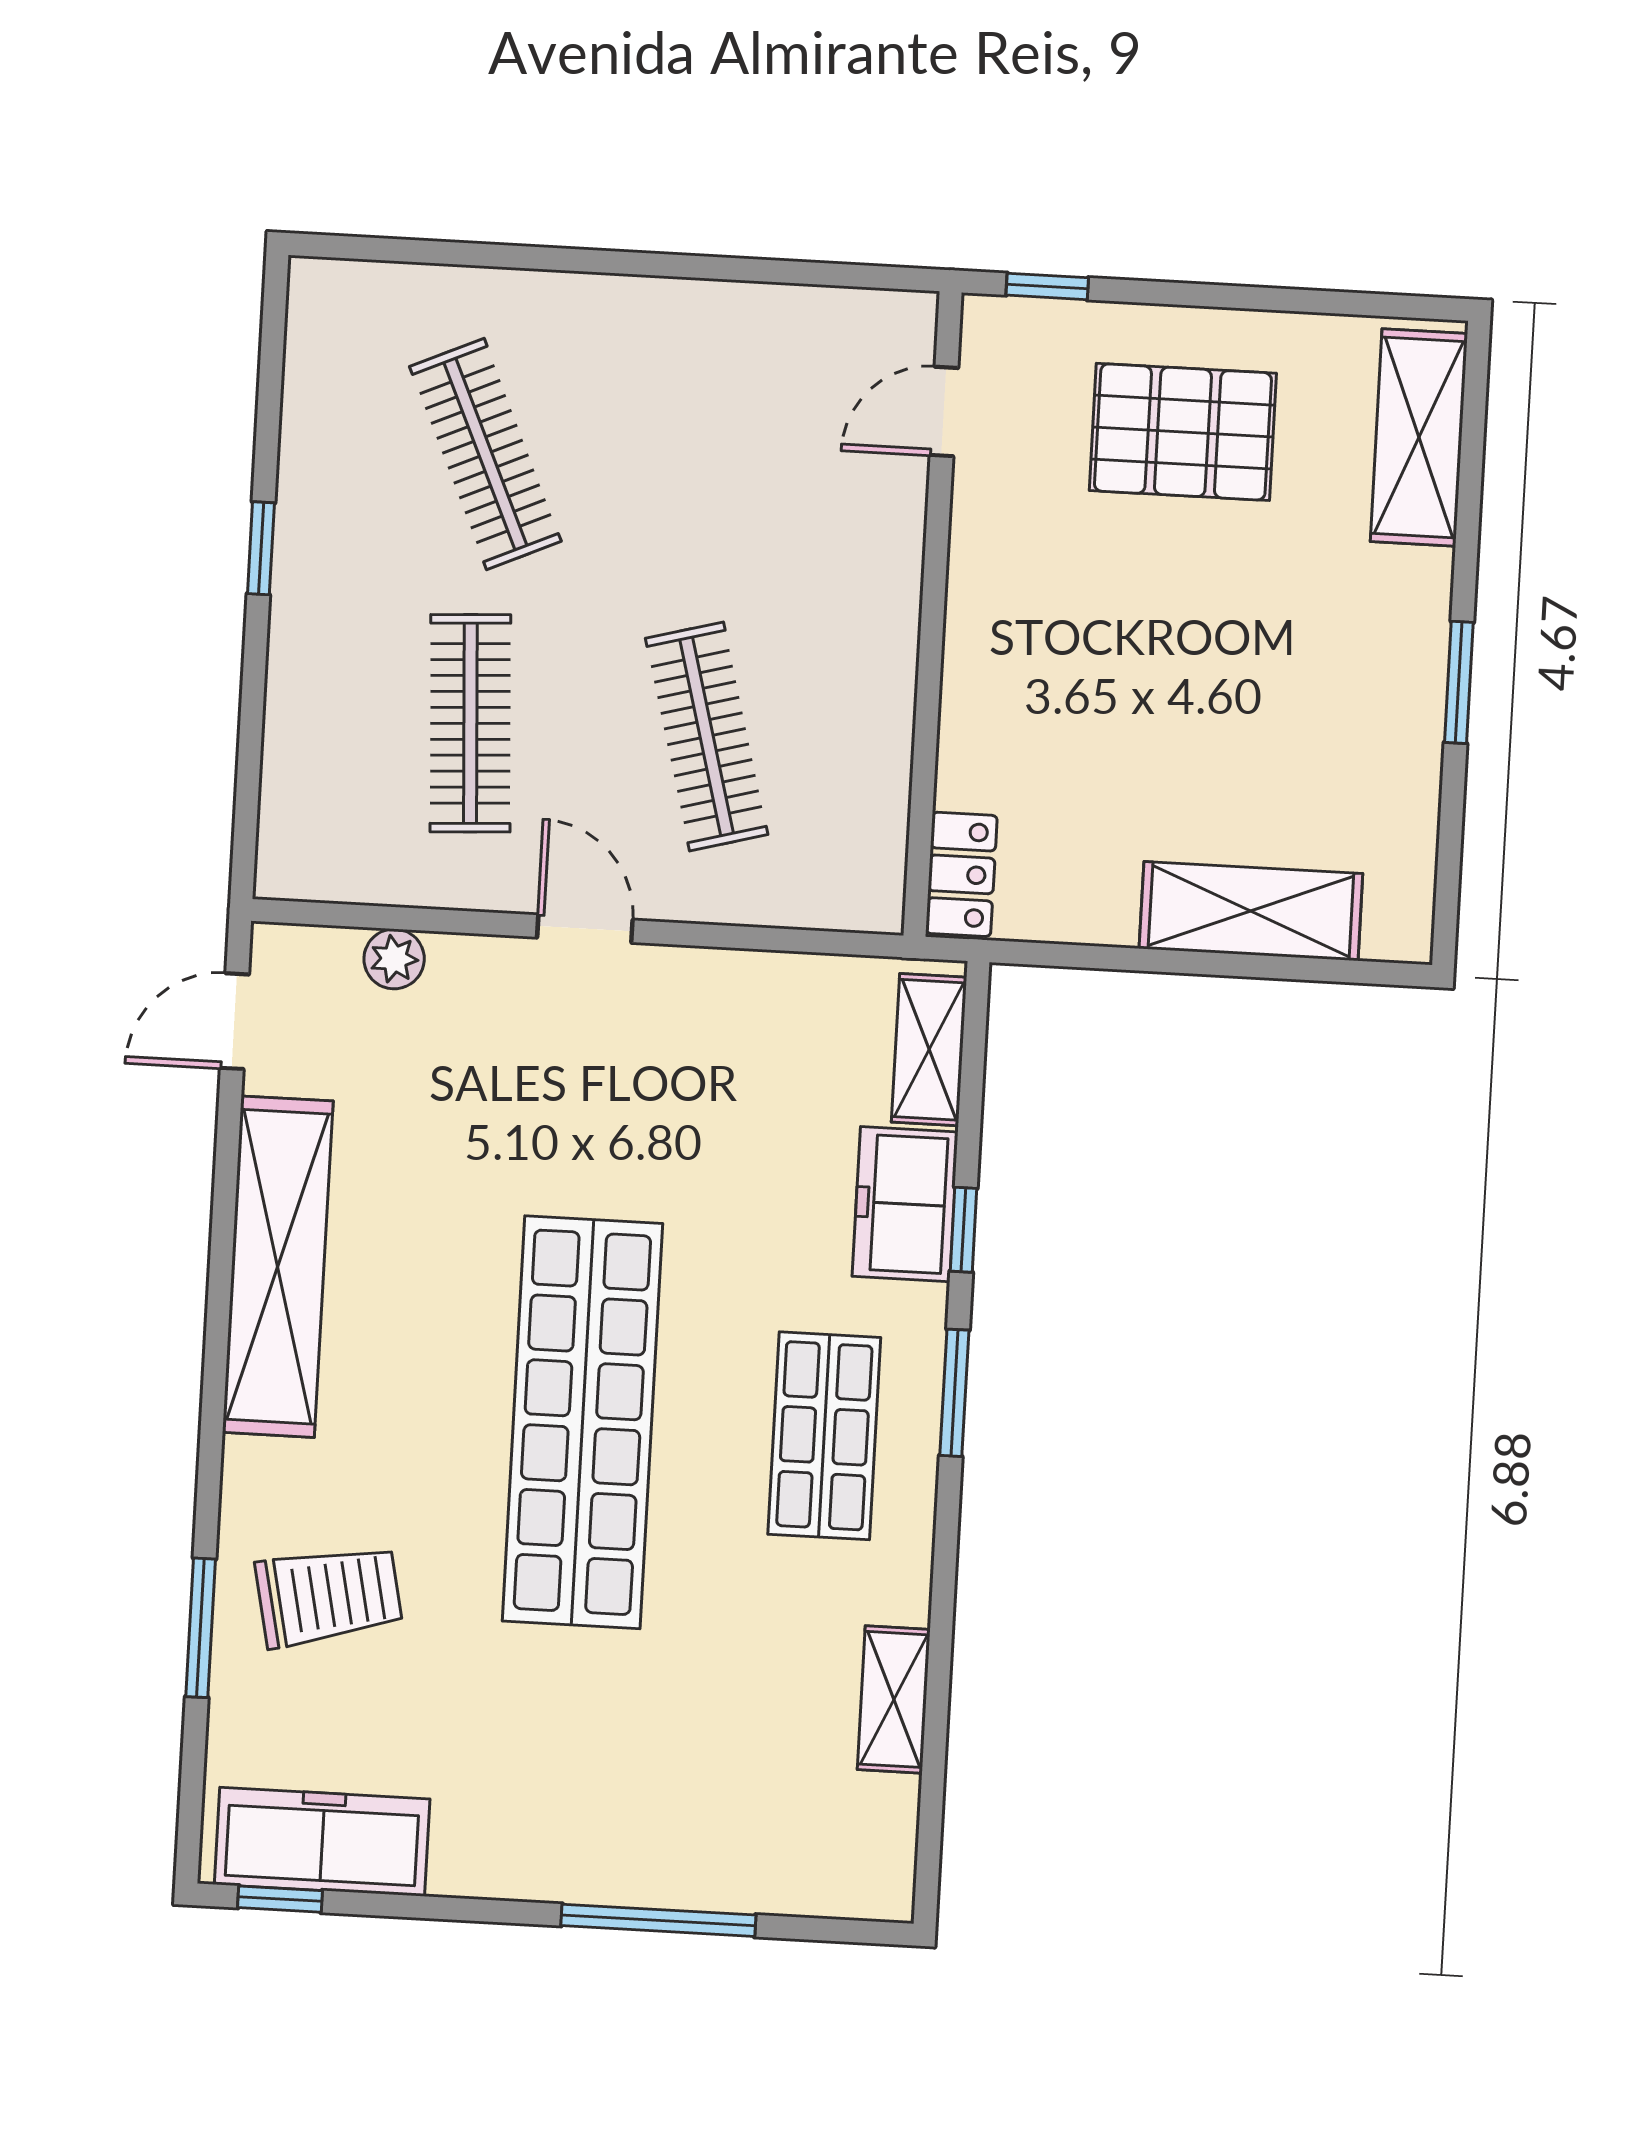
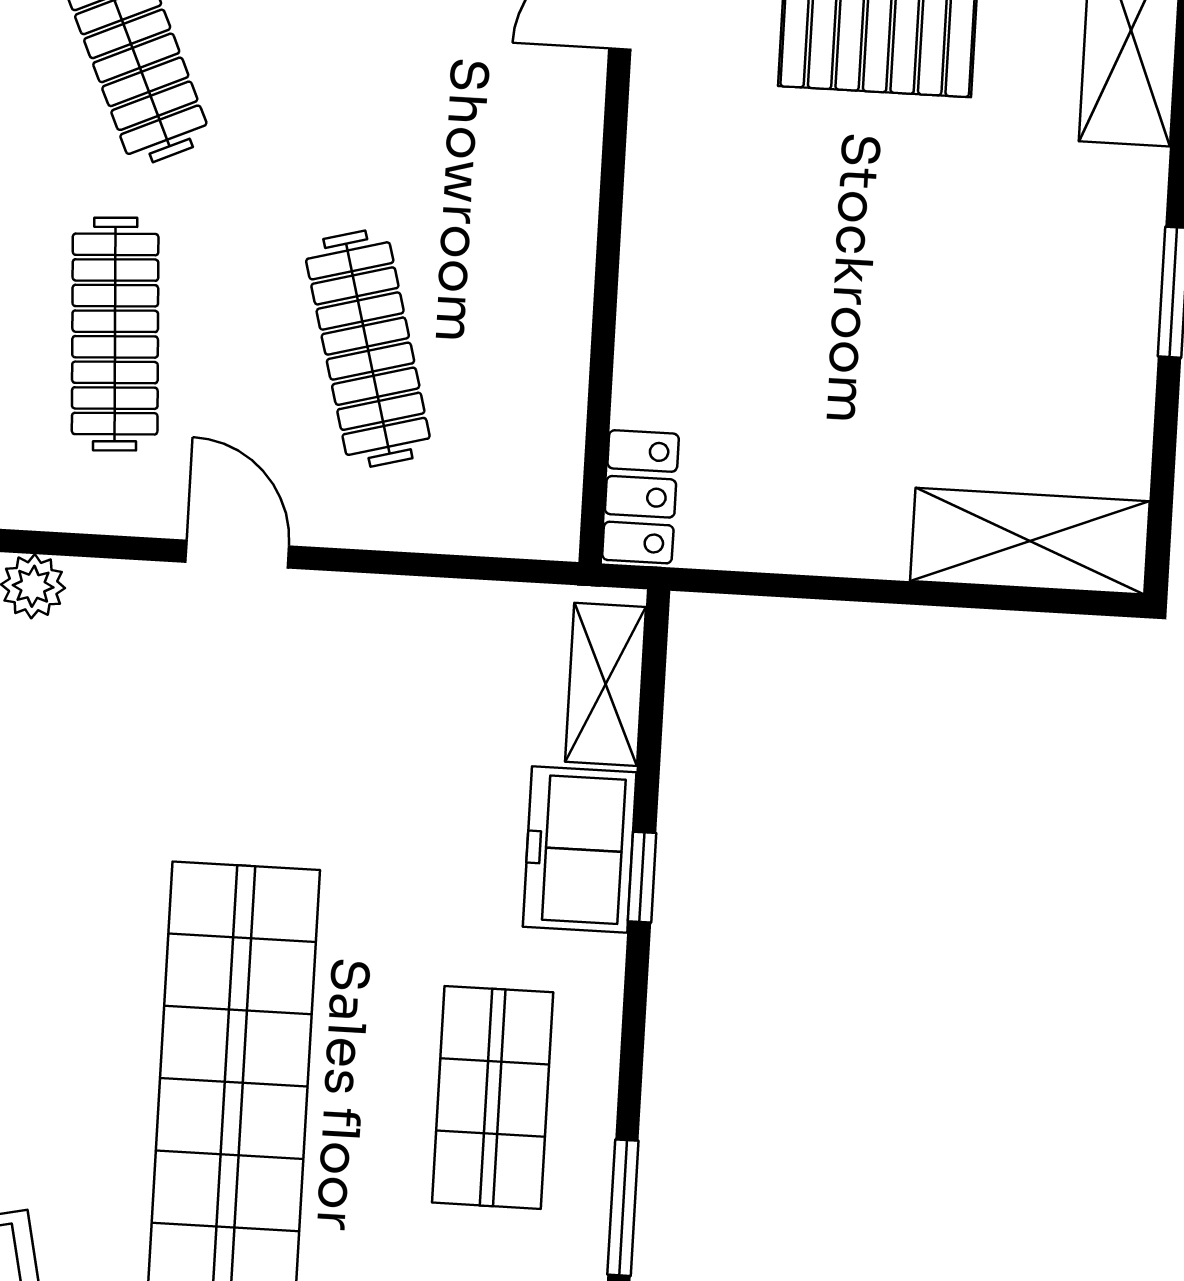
shelving: (1251, 911) -> (1030, 541), moved
window: (954, 1393) -> (623, 1208), moved

